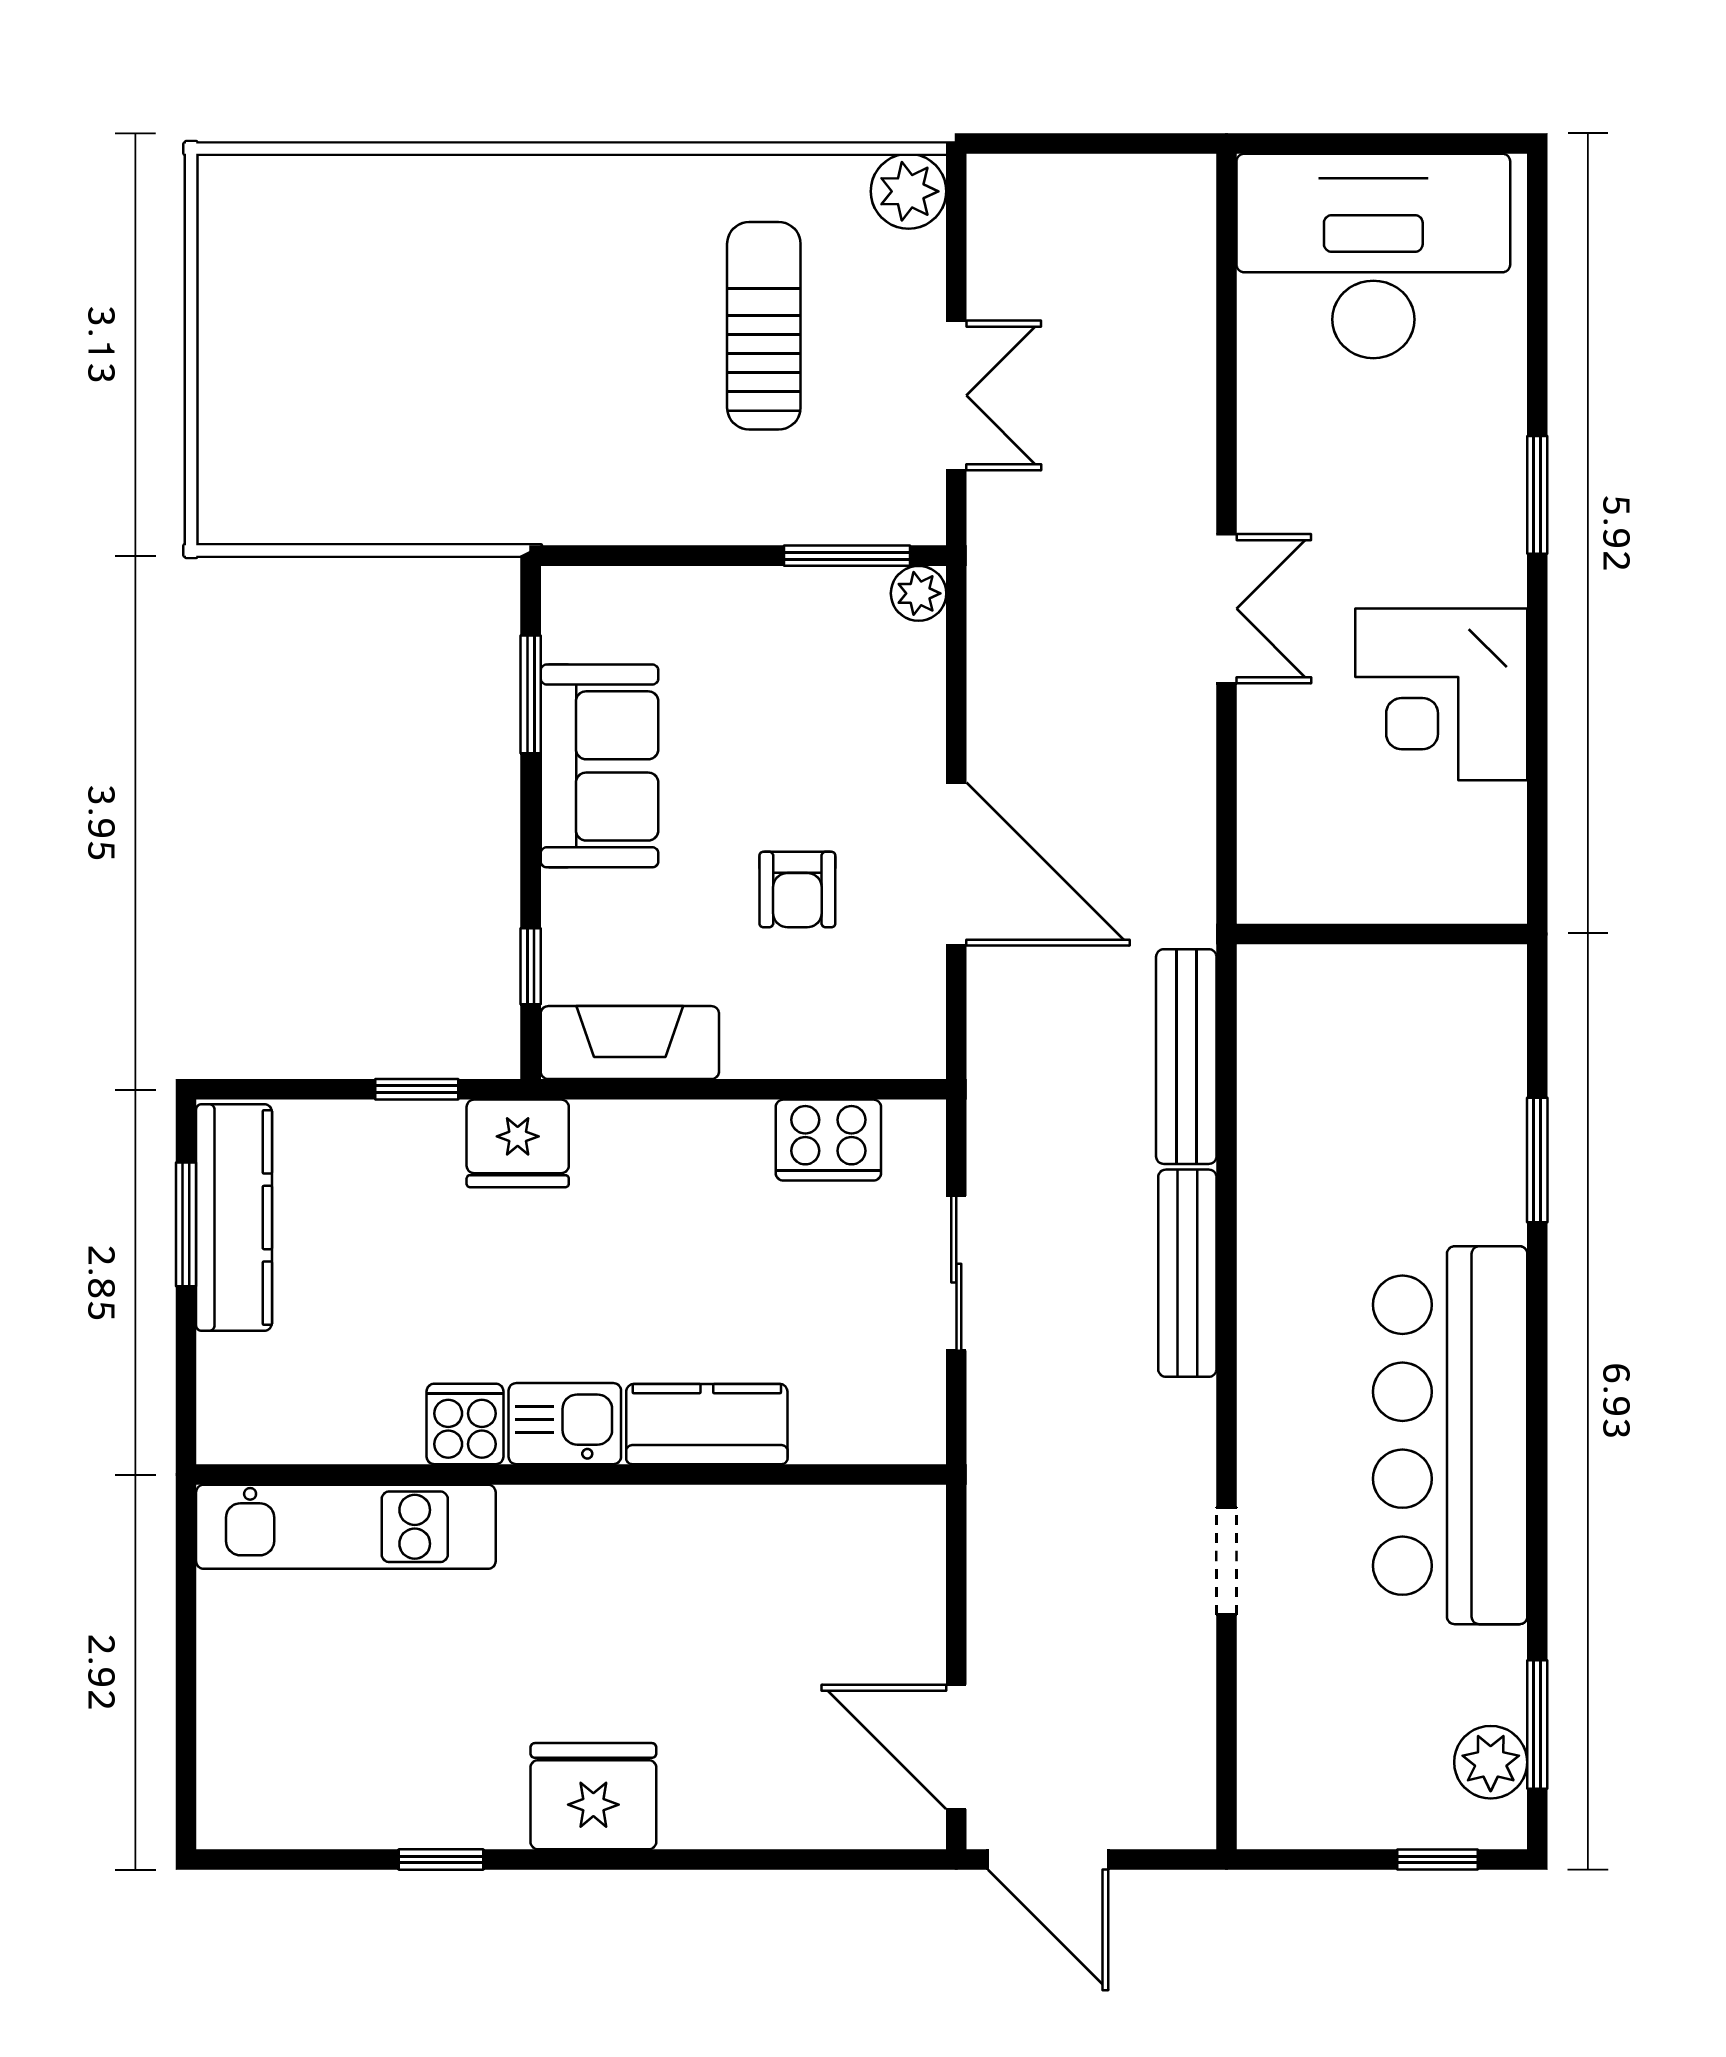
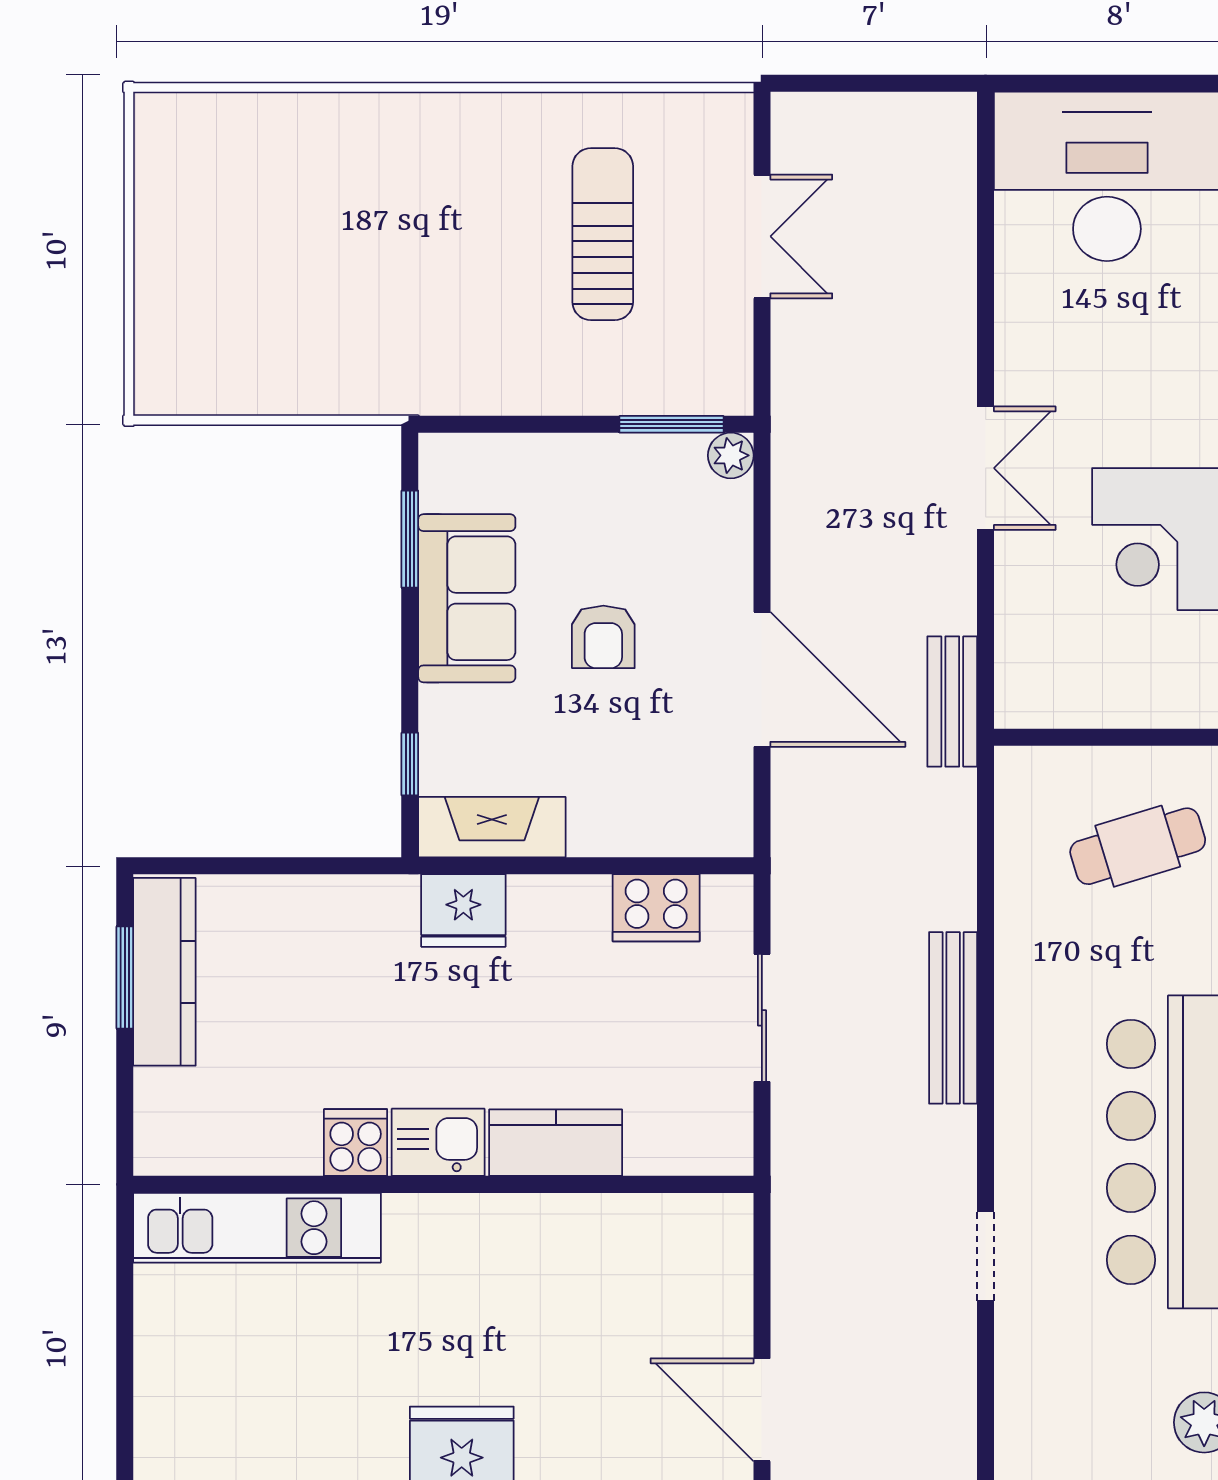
plant: (909, 191) -> (722, 123), removed
double door: (956, 395) -> (762, 236), moved
armchair: (797, 890) -> (603, 637), moved
bench: (1186, 1057) -> (952, 702), moved, width x0.73
cafe table: (1410, 1066) -> (1138, 846), added
window: (417, 1089) -> (316, 866), removed
fridge: (518, 1143) -> (463, 911), moved

